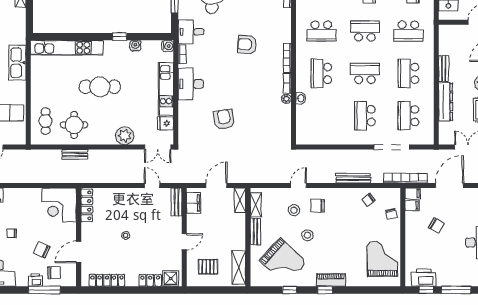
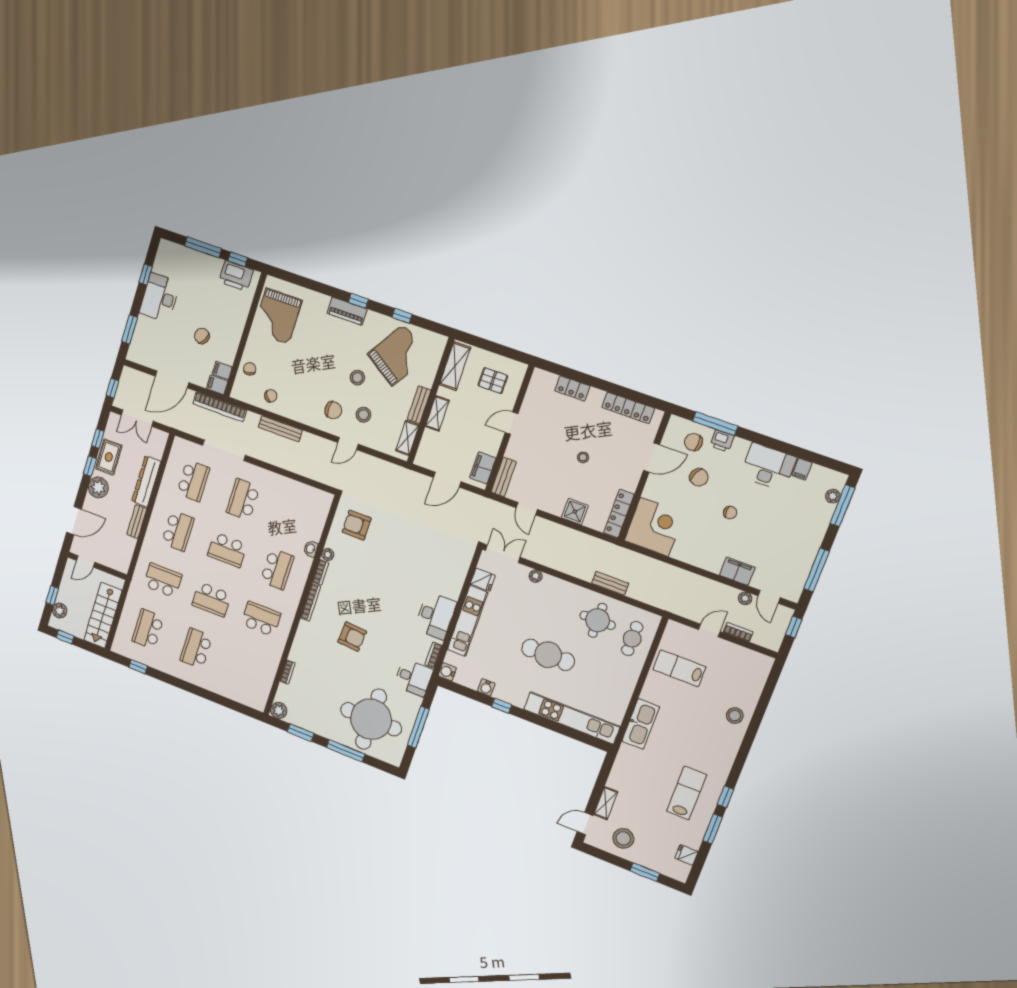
school desk: (365, 116) -> (243, 499), turned 180
armchair: (224, 119) -> (357, 525), moved, turned 99
plant: (125, 136) -> (536, 576), width x0.53, depth x0.53
shelving: (240, 200) -> (437, 413), moved
grand piano: (283, 261) -> (398, 355), turned 80
shower: (171, 279) -> (575, 512), moved

